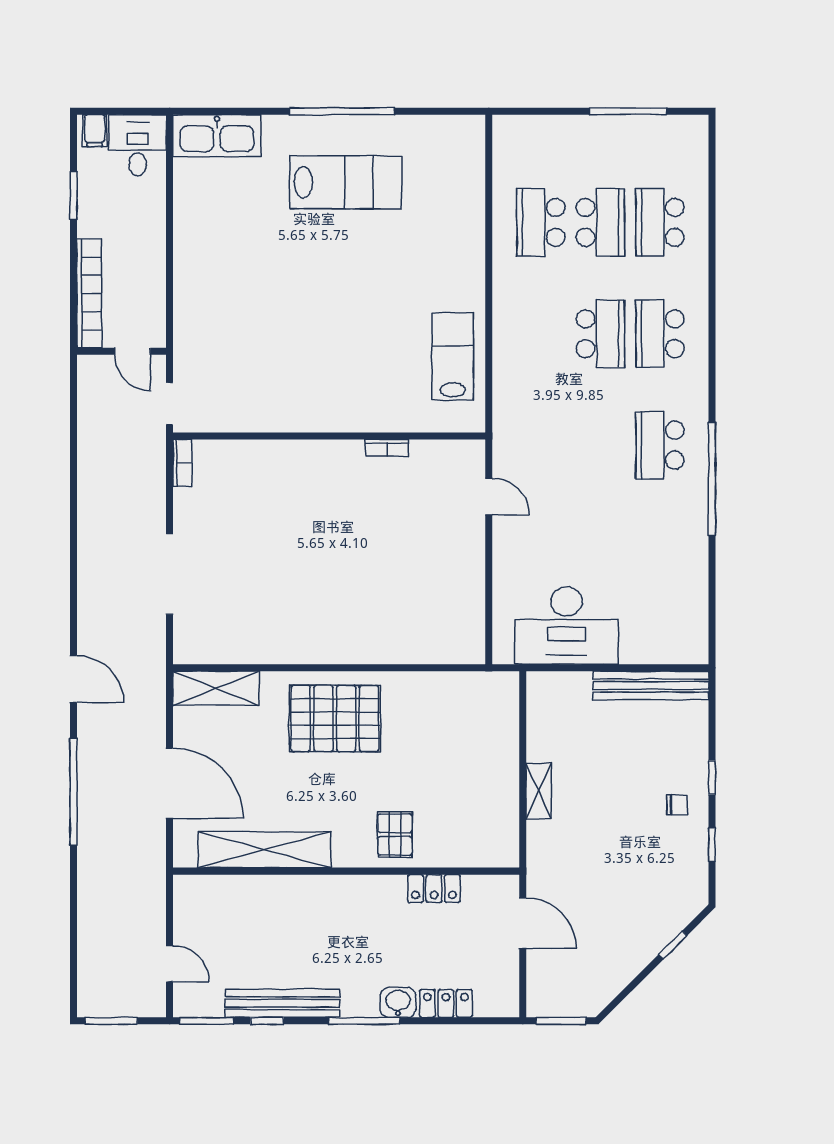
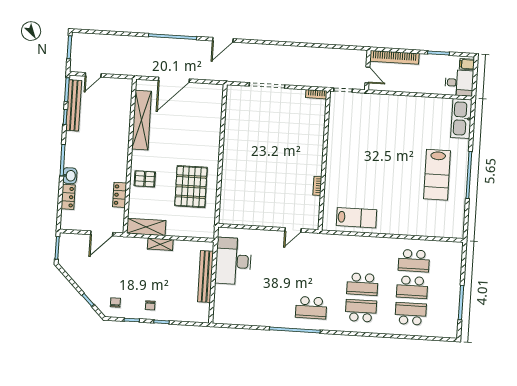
school desk: (541, 222) -> (414, 261), turned 180
door: (132, 351) -> (367, 75), swing flipped
school desk: (660, 445) -> (311, 308), turned 180
bench: (651, 685) -> (206, 276), moved
shelving: (216, 688) -> (146, 227), moved, turned 90
pallet: (335, 719) -> (191, 187), moved
chair: (675, 883) -> (115, 303), added
bench: (282, 1003) -> (74, 105), moved

